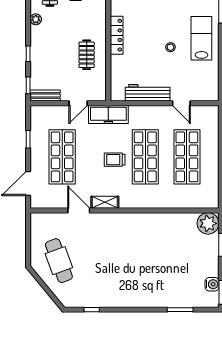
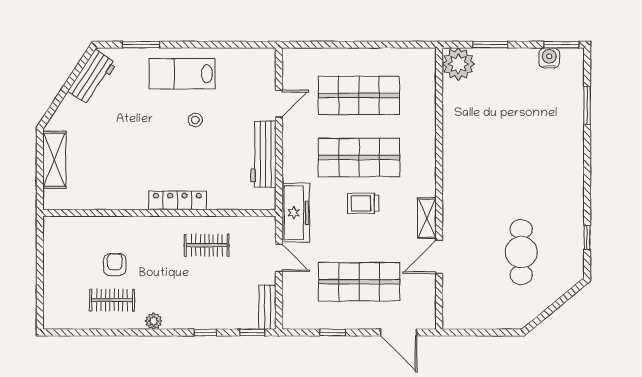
trolley: (115, 160) -> (363, 203), turned 90
cafe table: (59, 261) -> (521, 252), moved, turned -70

